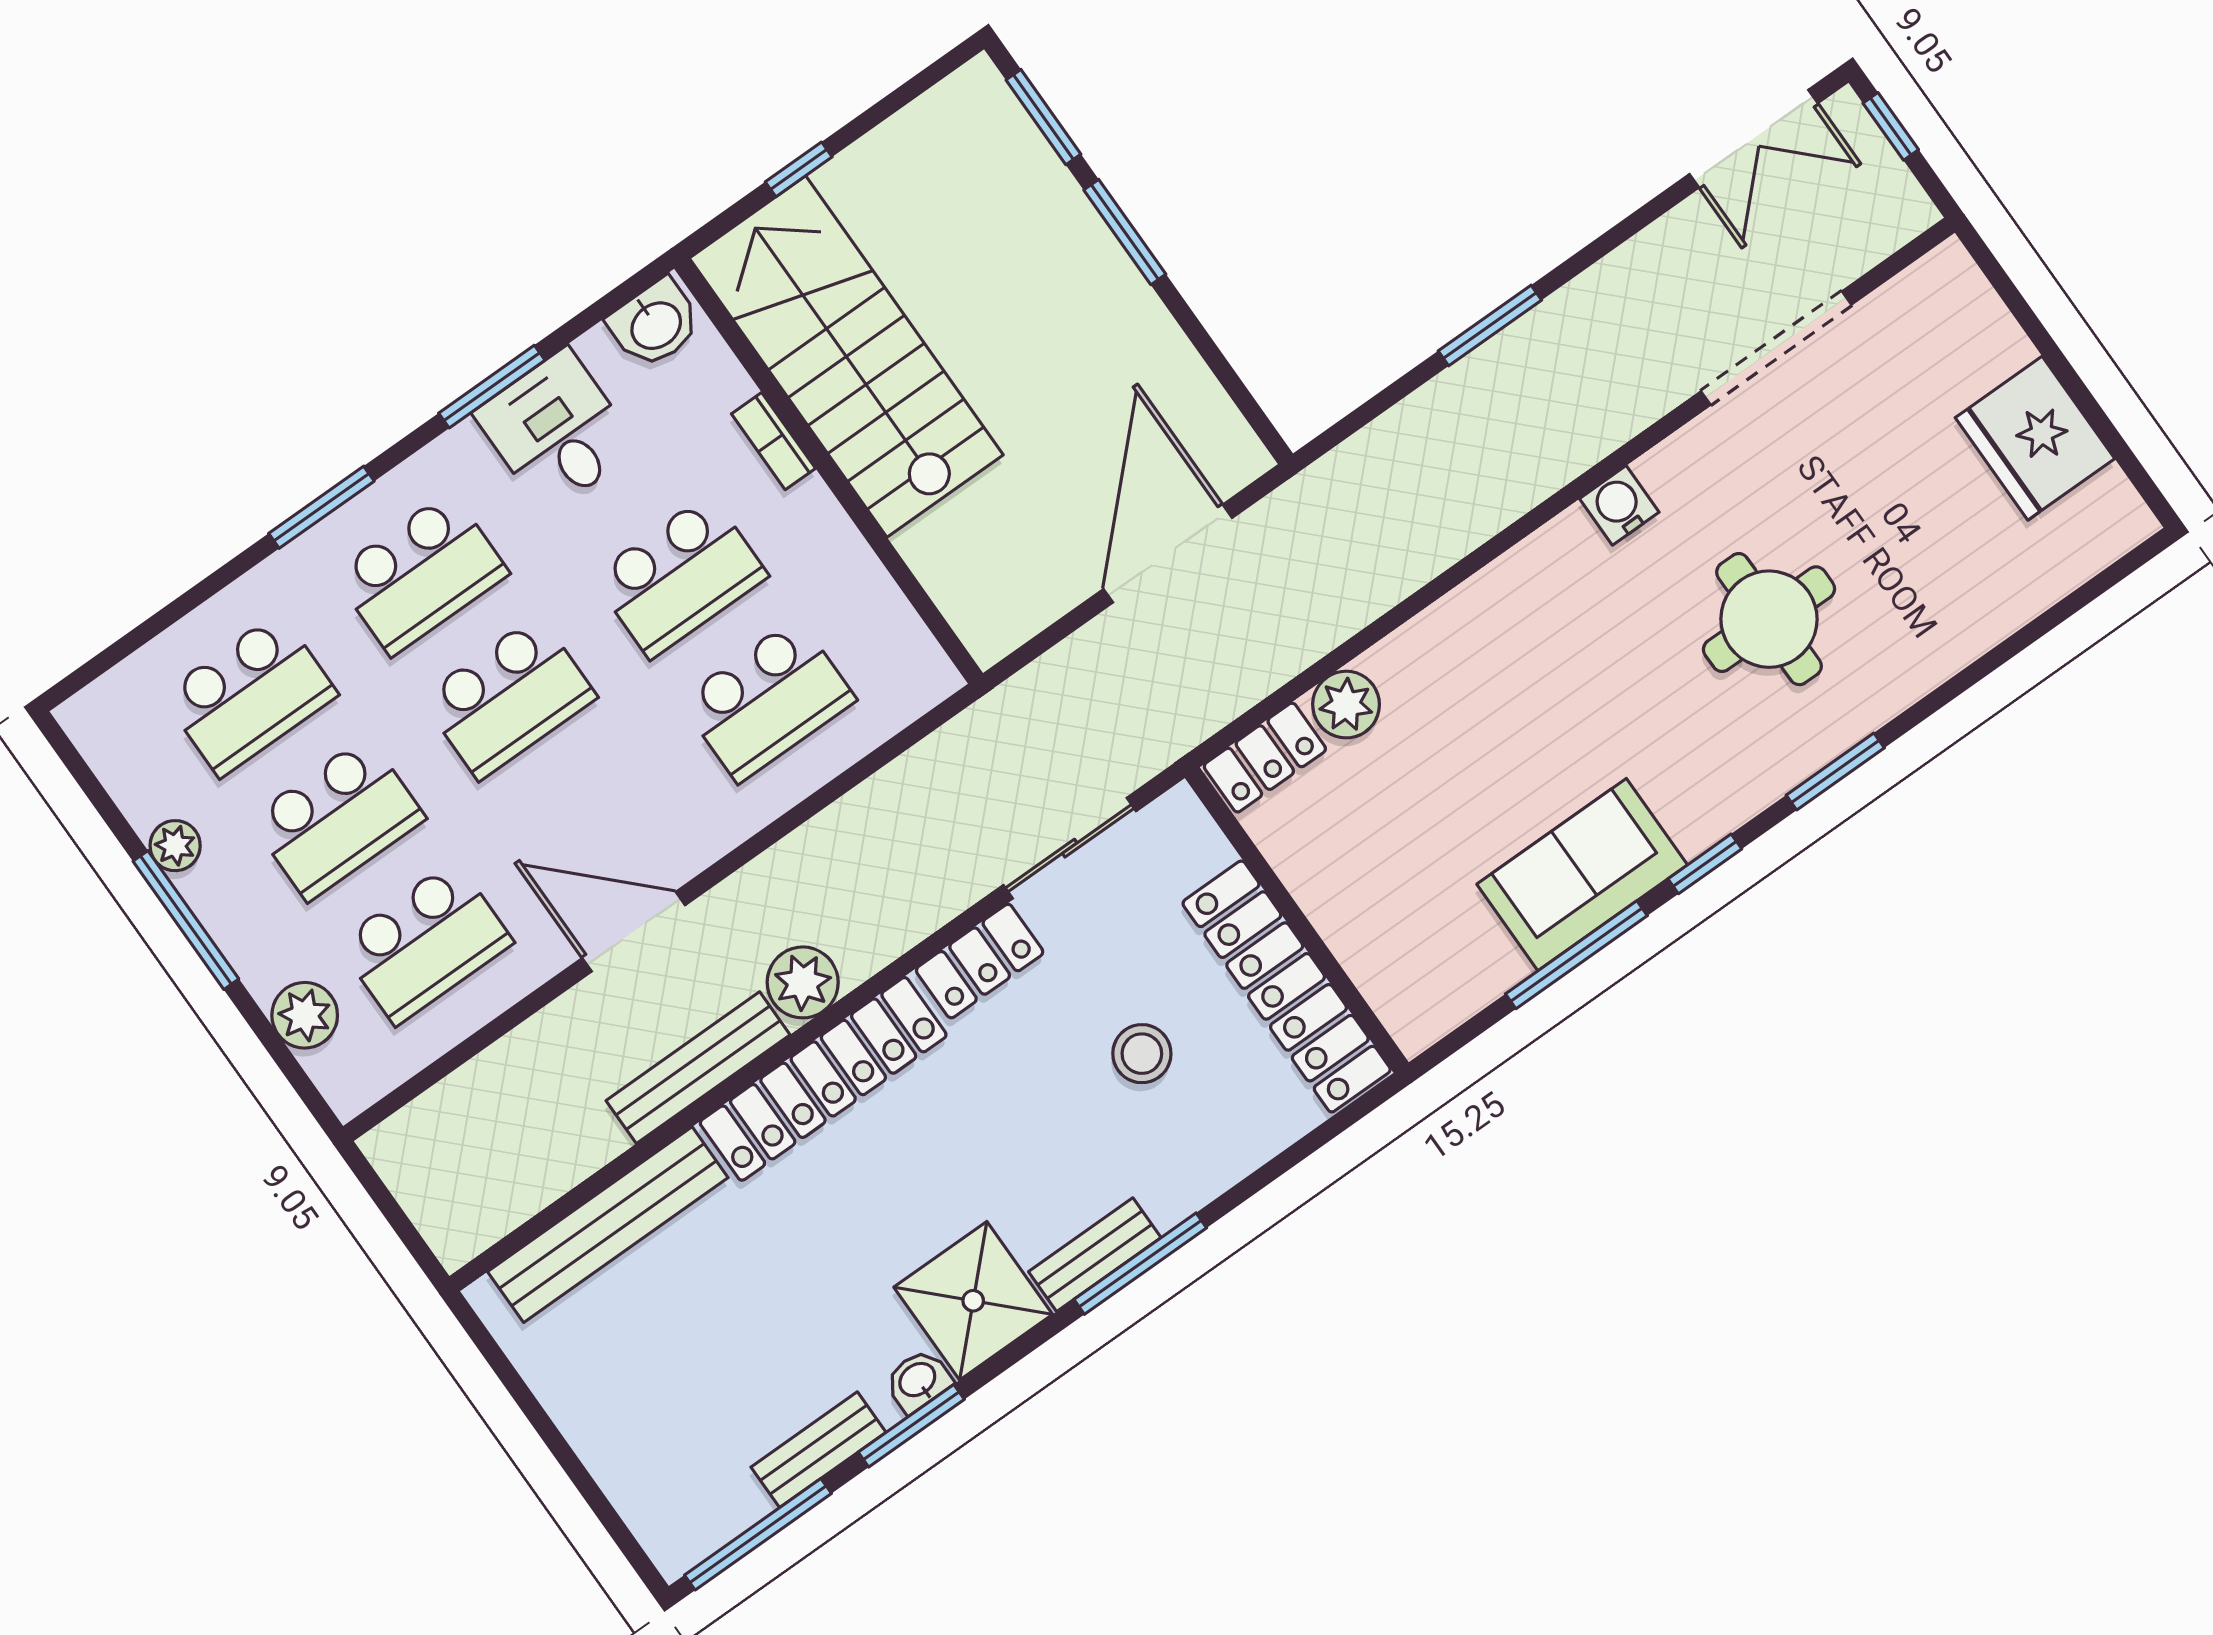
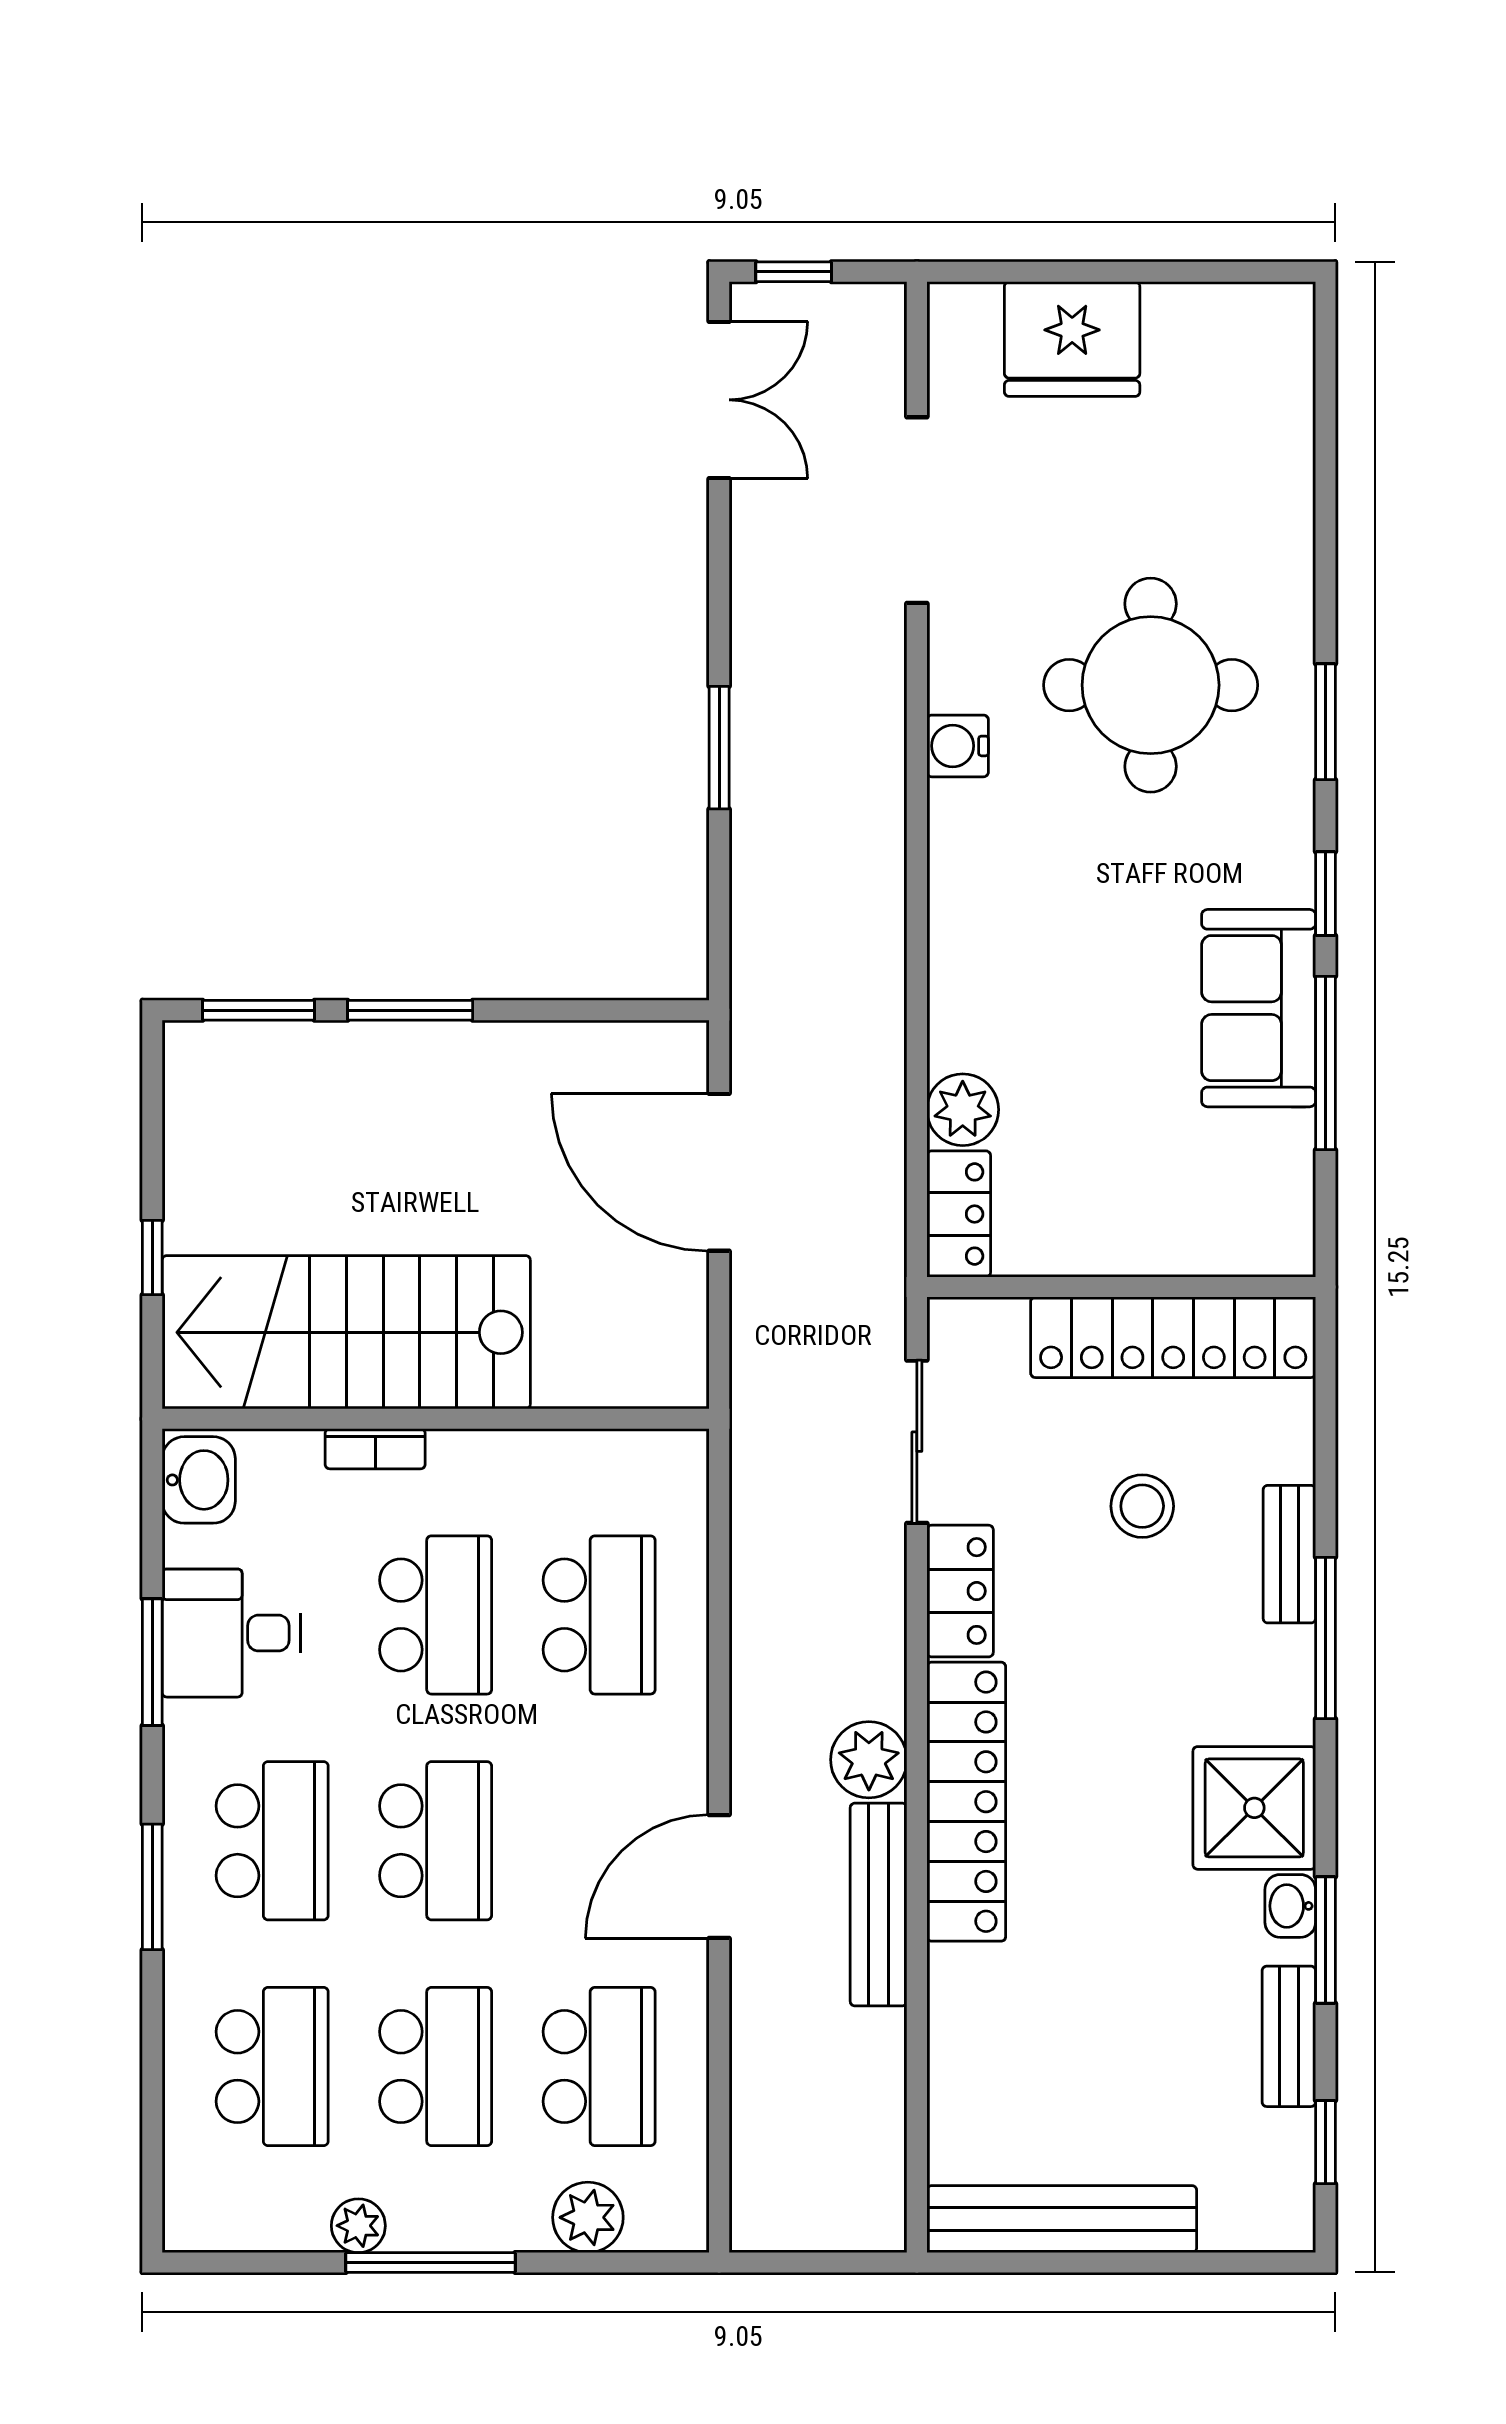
fridge: (2035, 438) -> (1072, 339), moved
round table: (1769, 619) -> (1151, 685), width x1.36, depth x1.36
bench: (608, 1225) -> (1062, 2219), moved, turned 90
bench: (1095, 1255) -> (1289, 1554), moved
window: (758, 1534) -> (1326, 2142), width x0.46

